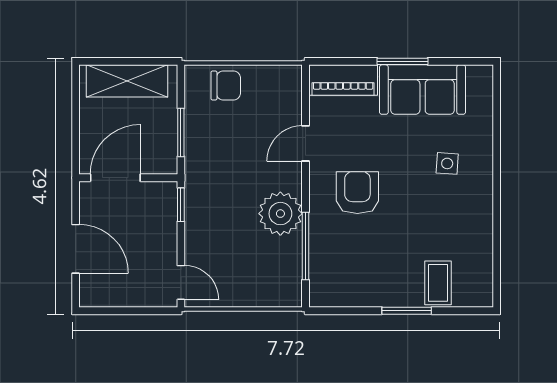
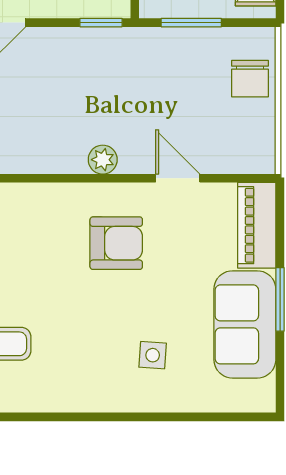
plant: (280, 214) -> (103, 160), width x0.53, depth x0.53
window: (305, 246) -> (50, 178), removed

